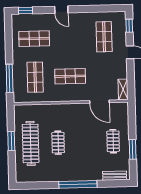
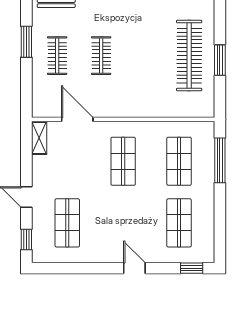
shop shelf: (34, 39) -> (179, 223), turned 90
shop shelf: (70, 76) -> (123, 161), turned 90
clothes rail: (58, 143) -> (101, 56), moved

